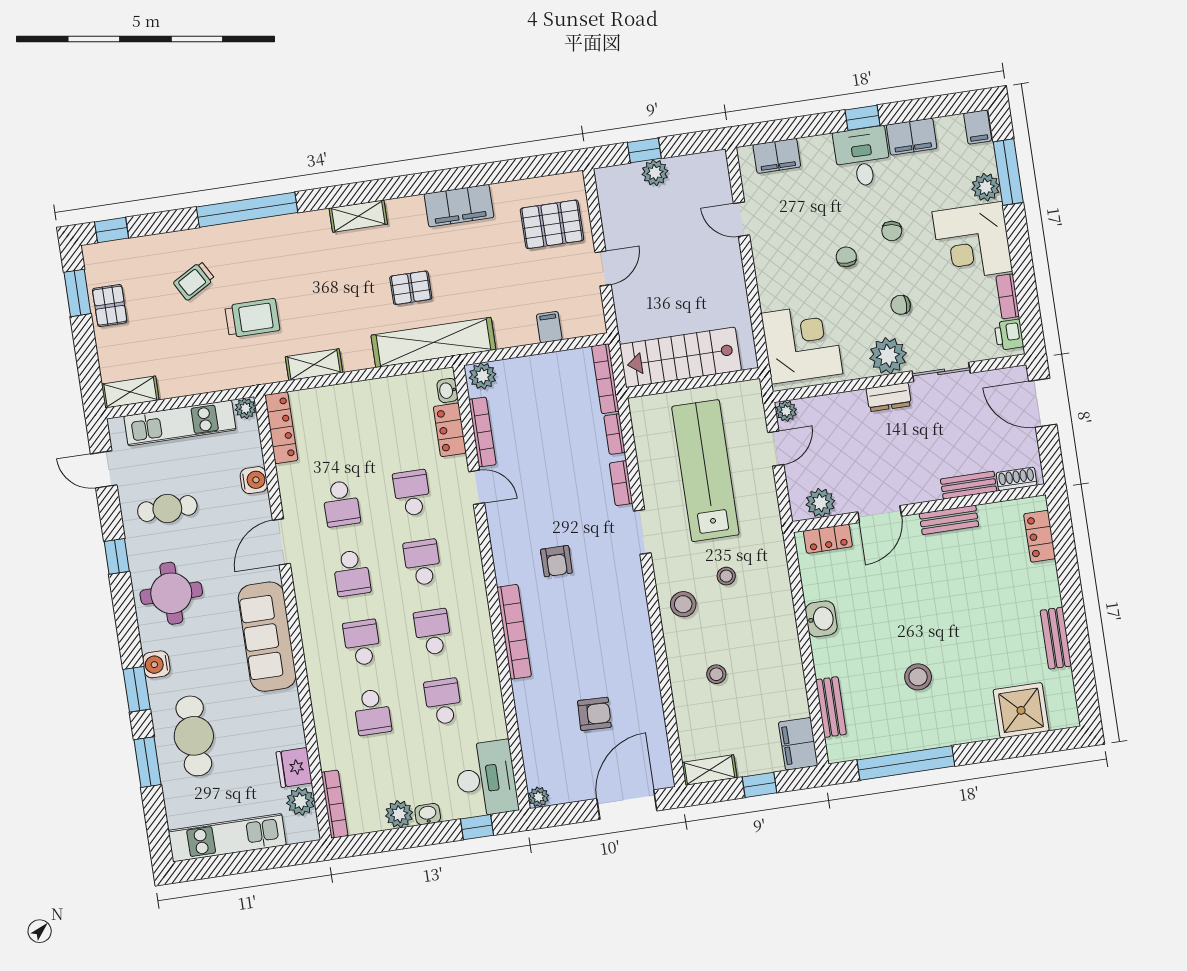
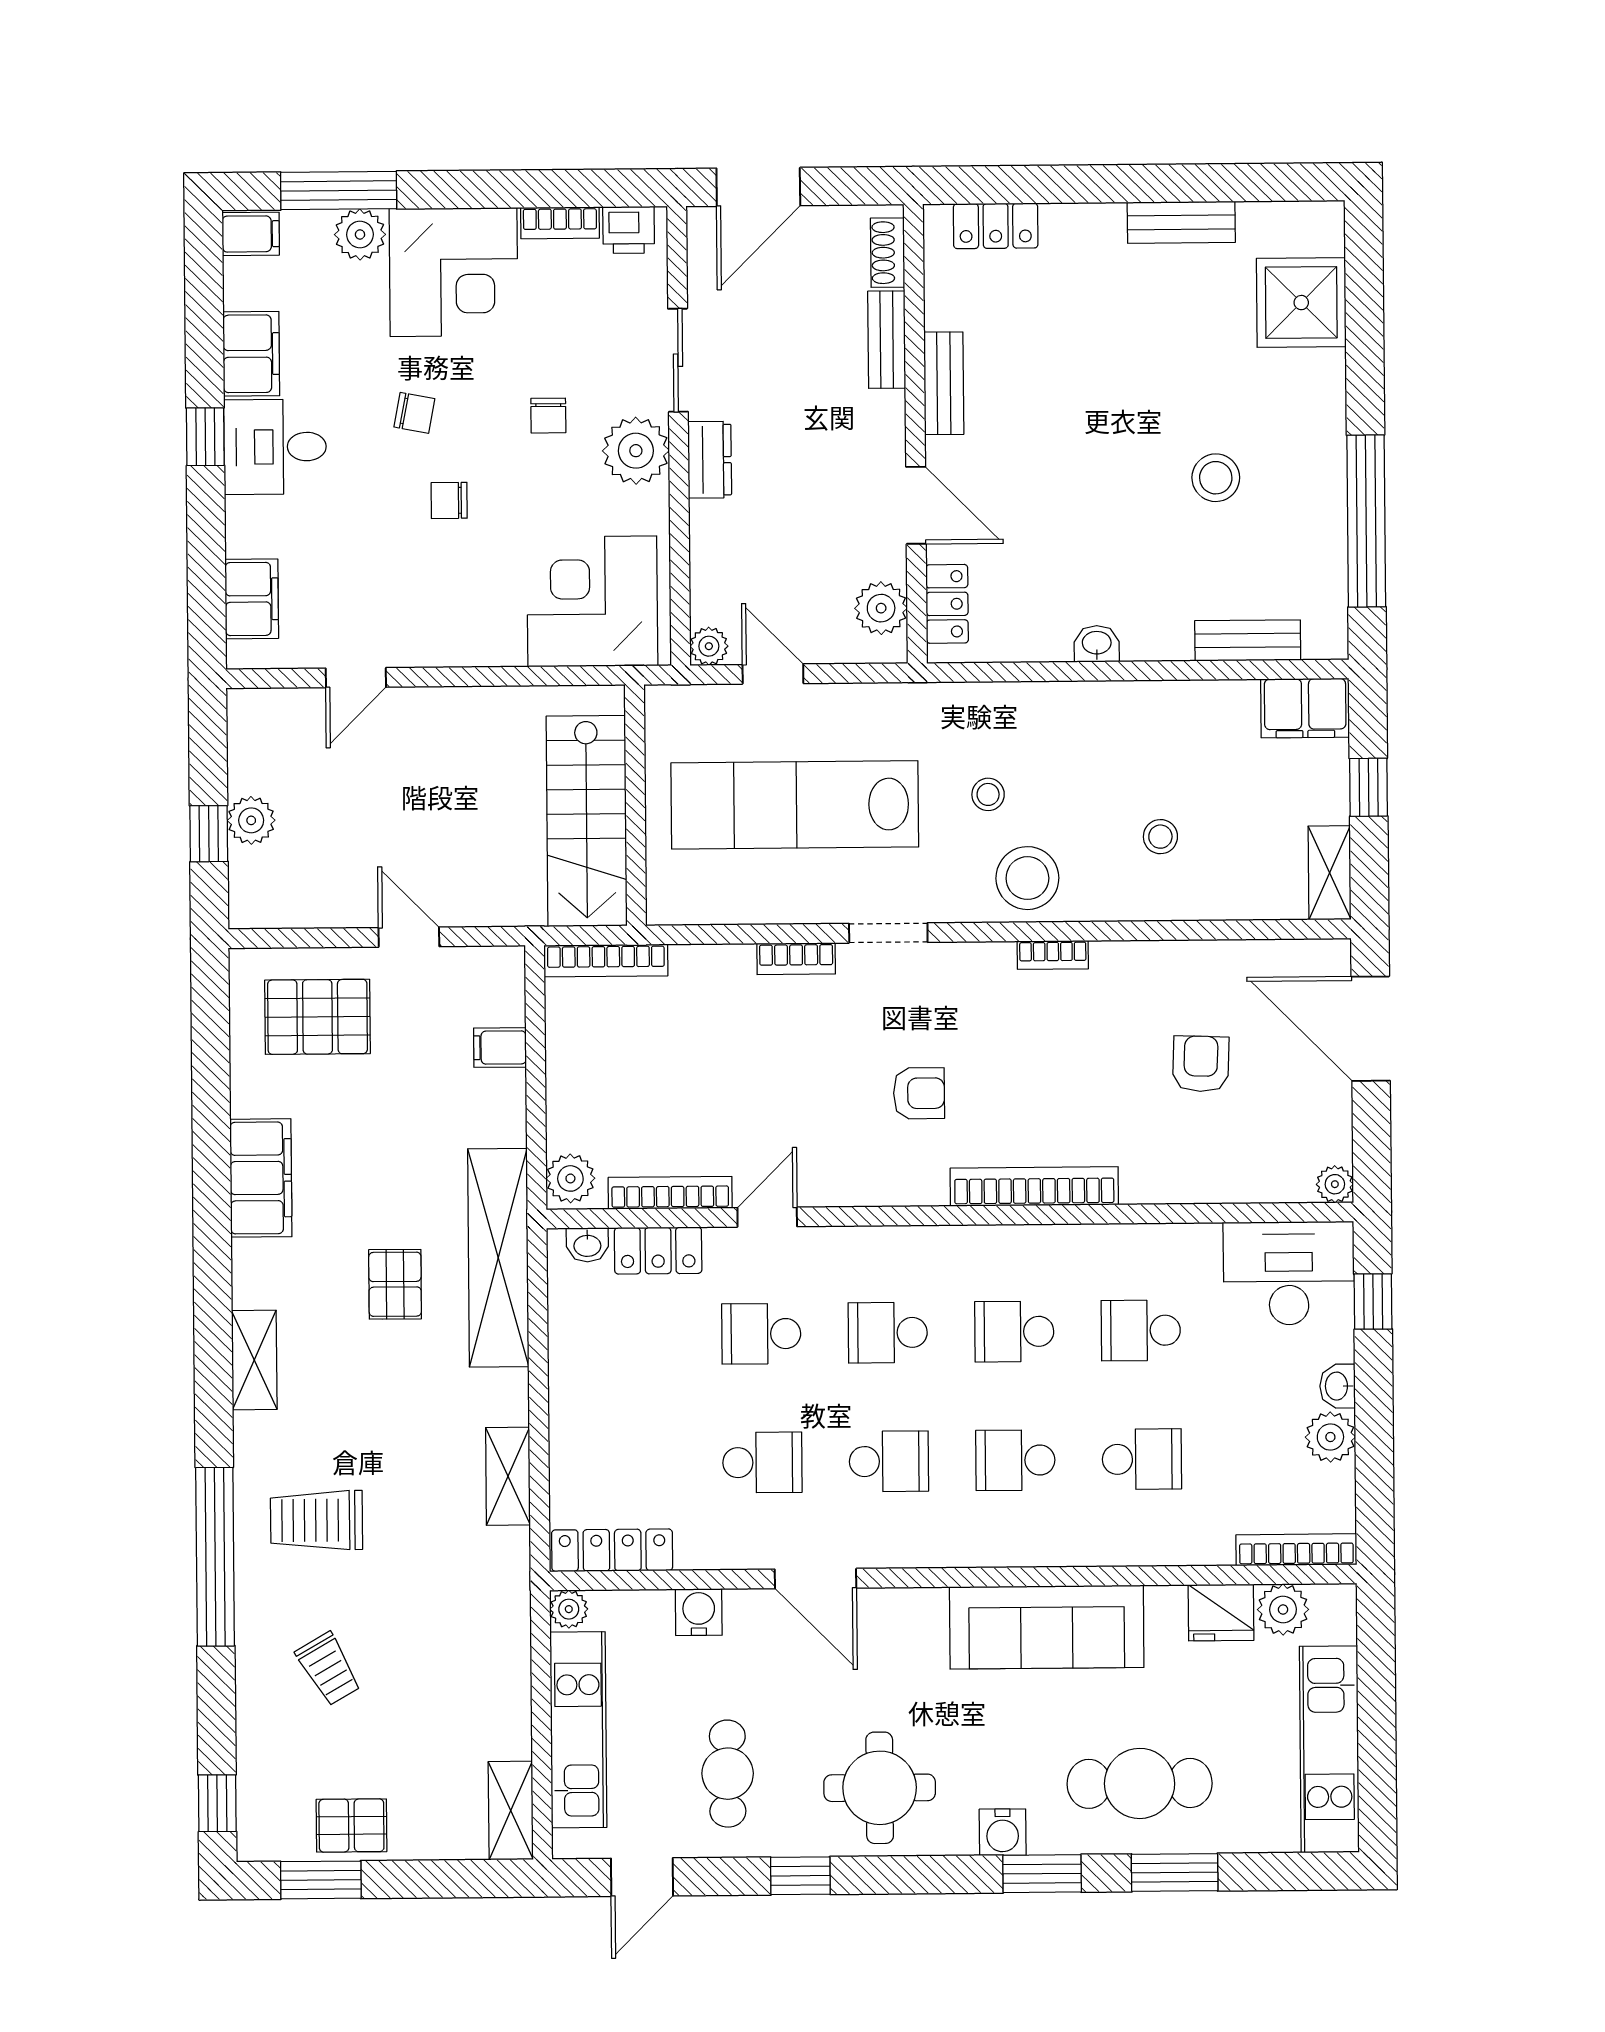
pallet: (552, 224) -> (317, 1017), turned 90
trolley: (252, 318) -> (317, 1520), moved, turned -90
bookcase: (614, 434) -> (1053, 955), moved
stool: (683, 604) -> (1027, 878), width x1.38, depth x1.38
washbasin: (821, 619) -> (1097, 644), width x0.72, depth x0.69
sofa: (267, 637) -> (1047, 1627), moved

